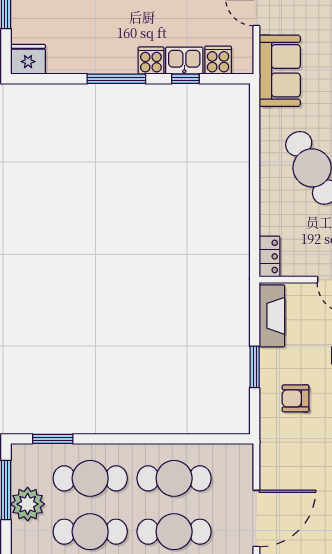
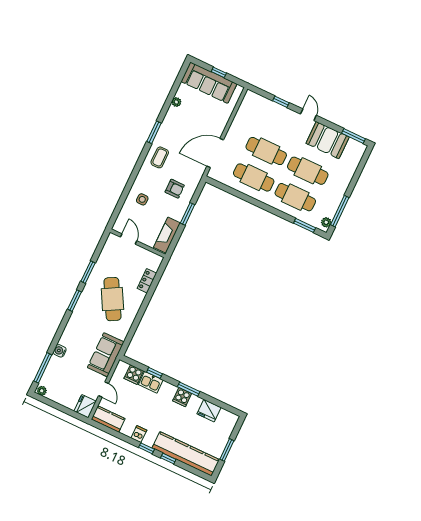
fridge: (28, 59) -> (209, 411), moved
cooker: (151, 61) -> (182, 397), moved
window: (116, 79) -> (189, 389), width x0.69
locker: (270, 256) -> (147, 281), moved
plant: (28, 504) -> (326, 222), moved, width x0.53, depth x0.53
door: (256, 519) -> (215, 153), moved

